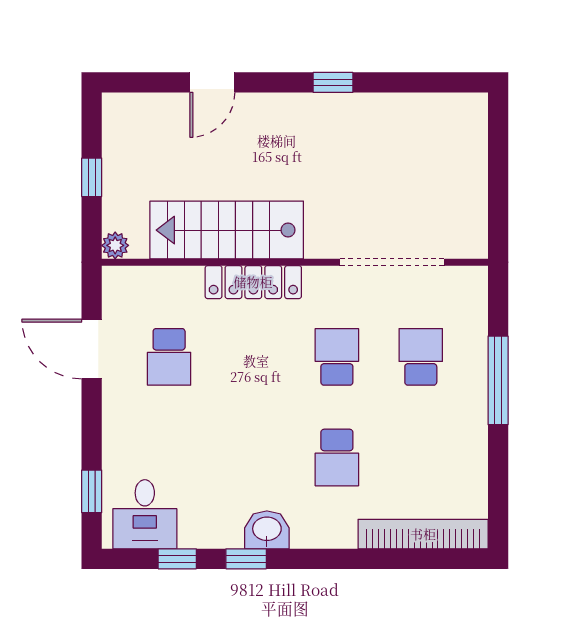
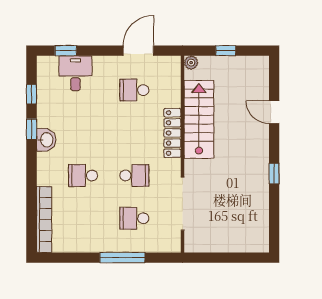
school desk: (421, 357) -> (134, 218), turned 180
desk: (145, 514) -> (75, 73), moved, turned 90

